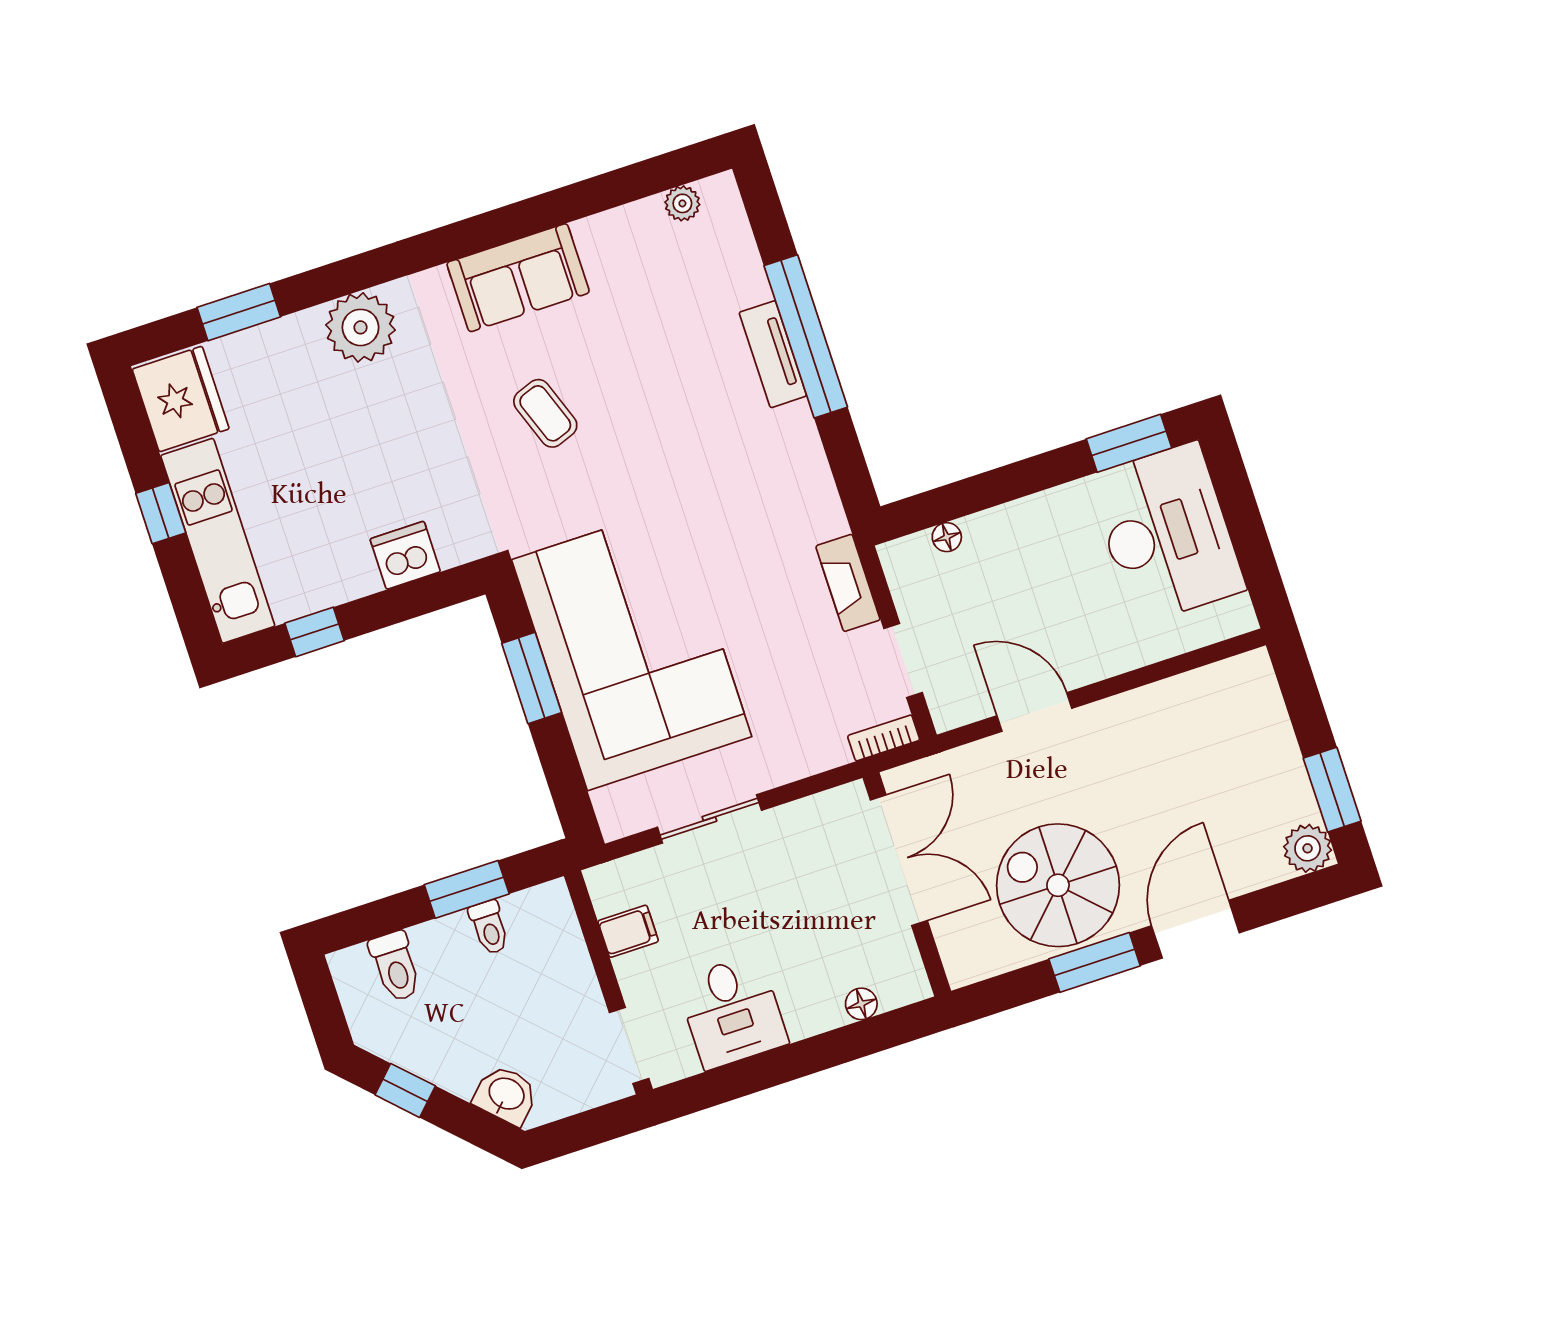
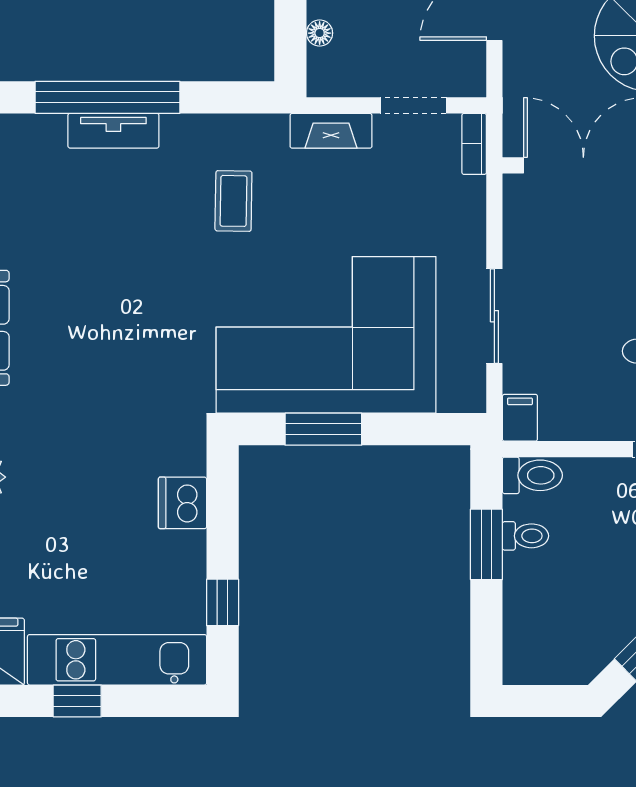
coffee table: (545, 413) -> (233, 201), moved, turned -69
filing cabinet: (628, 931) -> (520, 418), moved
toilet: (395, 966) -> (532, 475), moved

